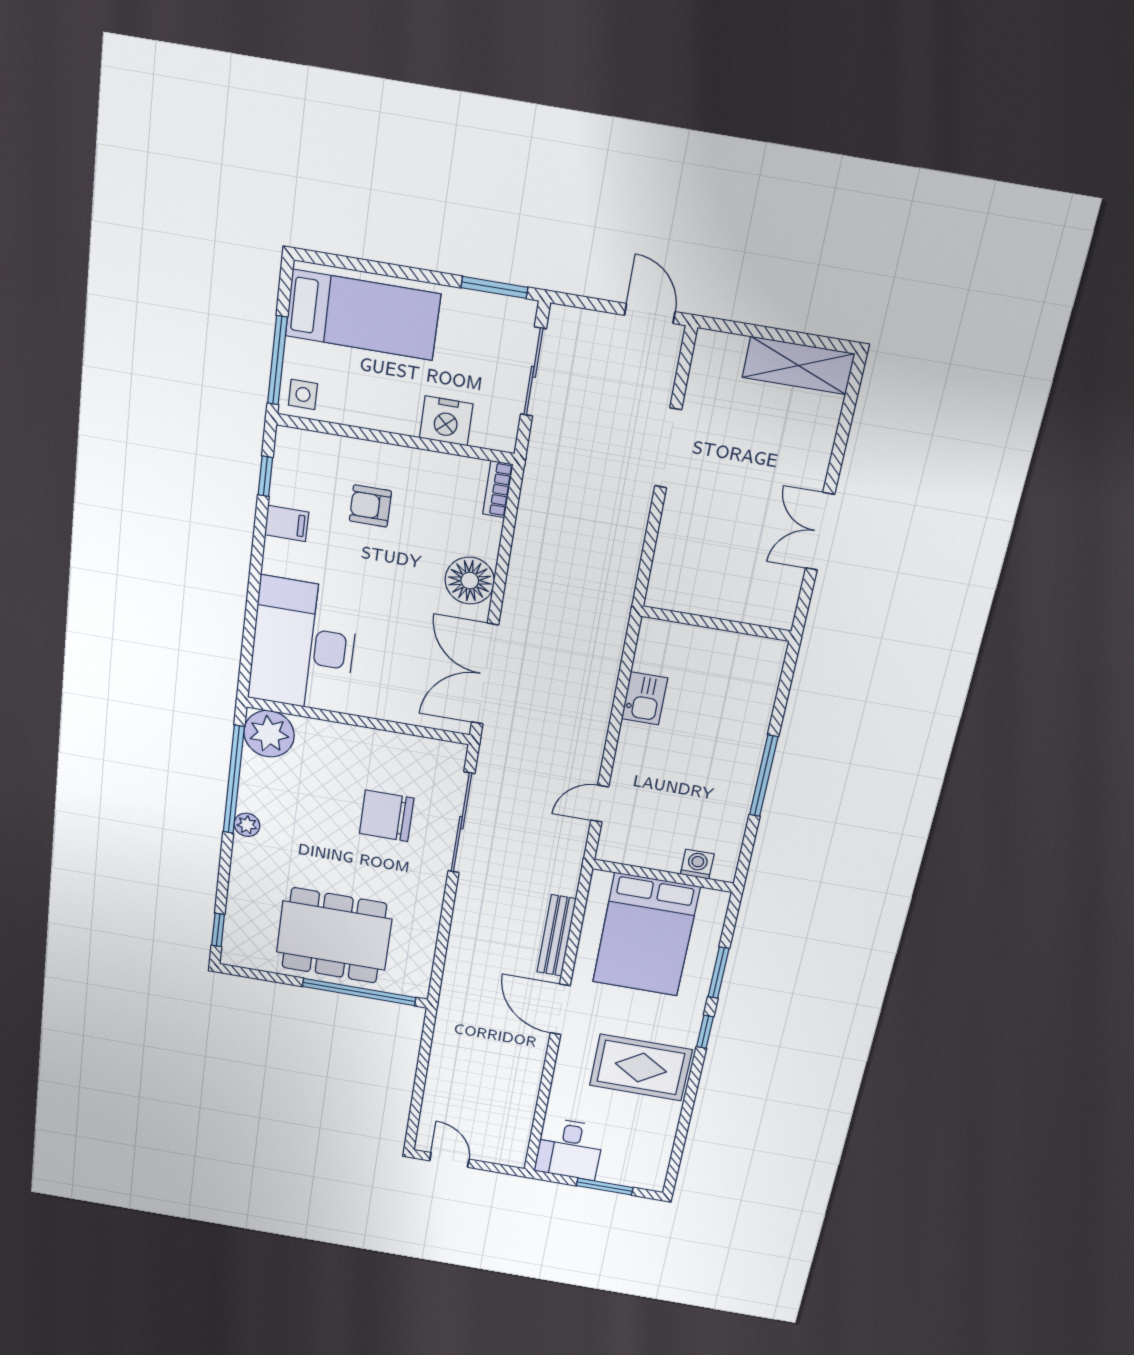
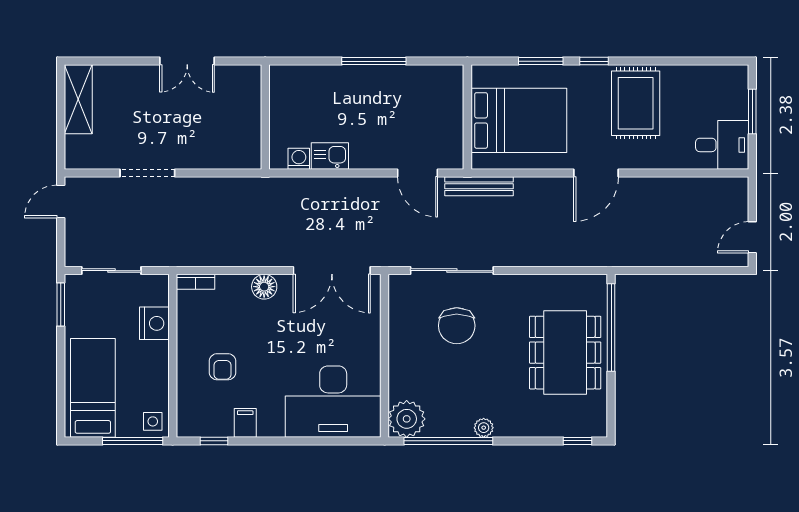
floor lamp: (470, 581) -> (264, 287), width x0.73, depth x0.73
door: (600, 804) -> (418, 173), width x1.38
washing machine: (697, 864) -> (299, 159), moved, turned 90
bench: (557, 936) -> (479, 186), moved

